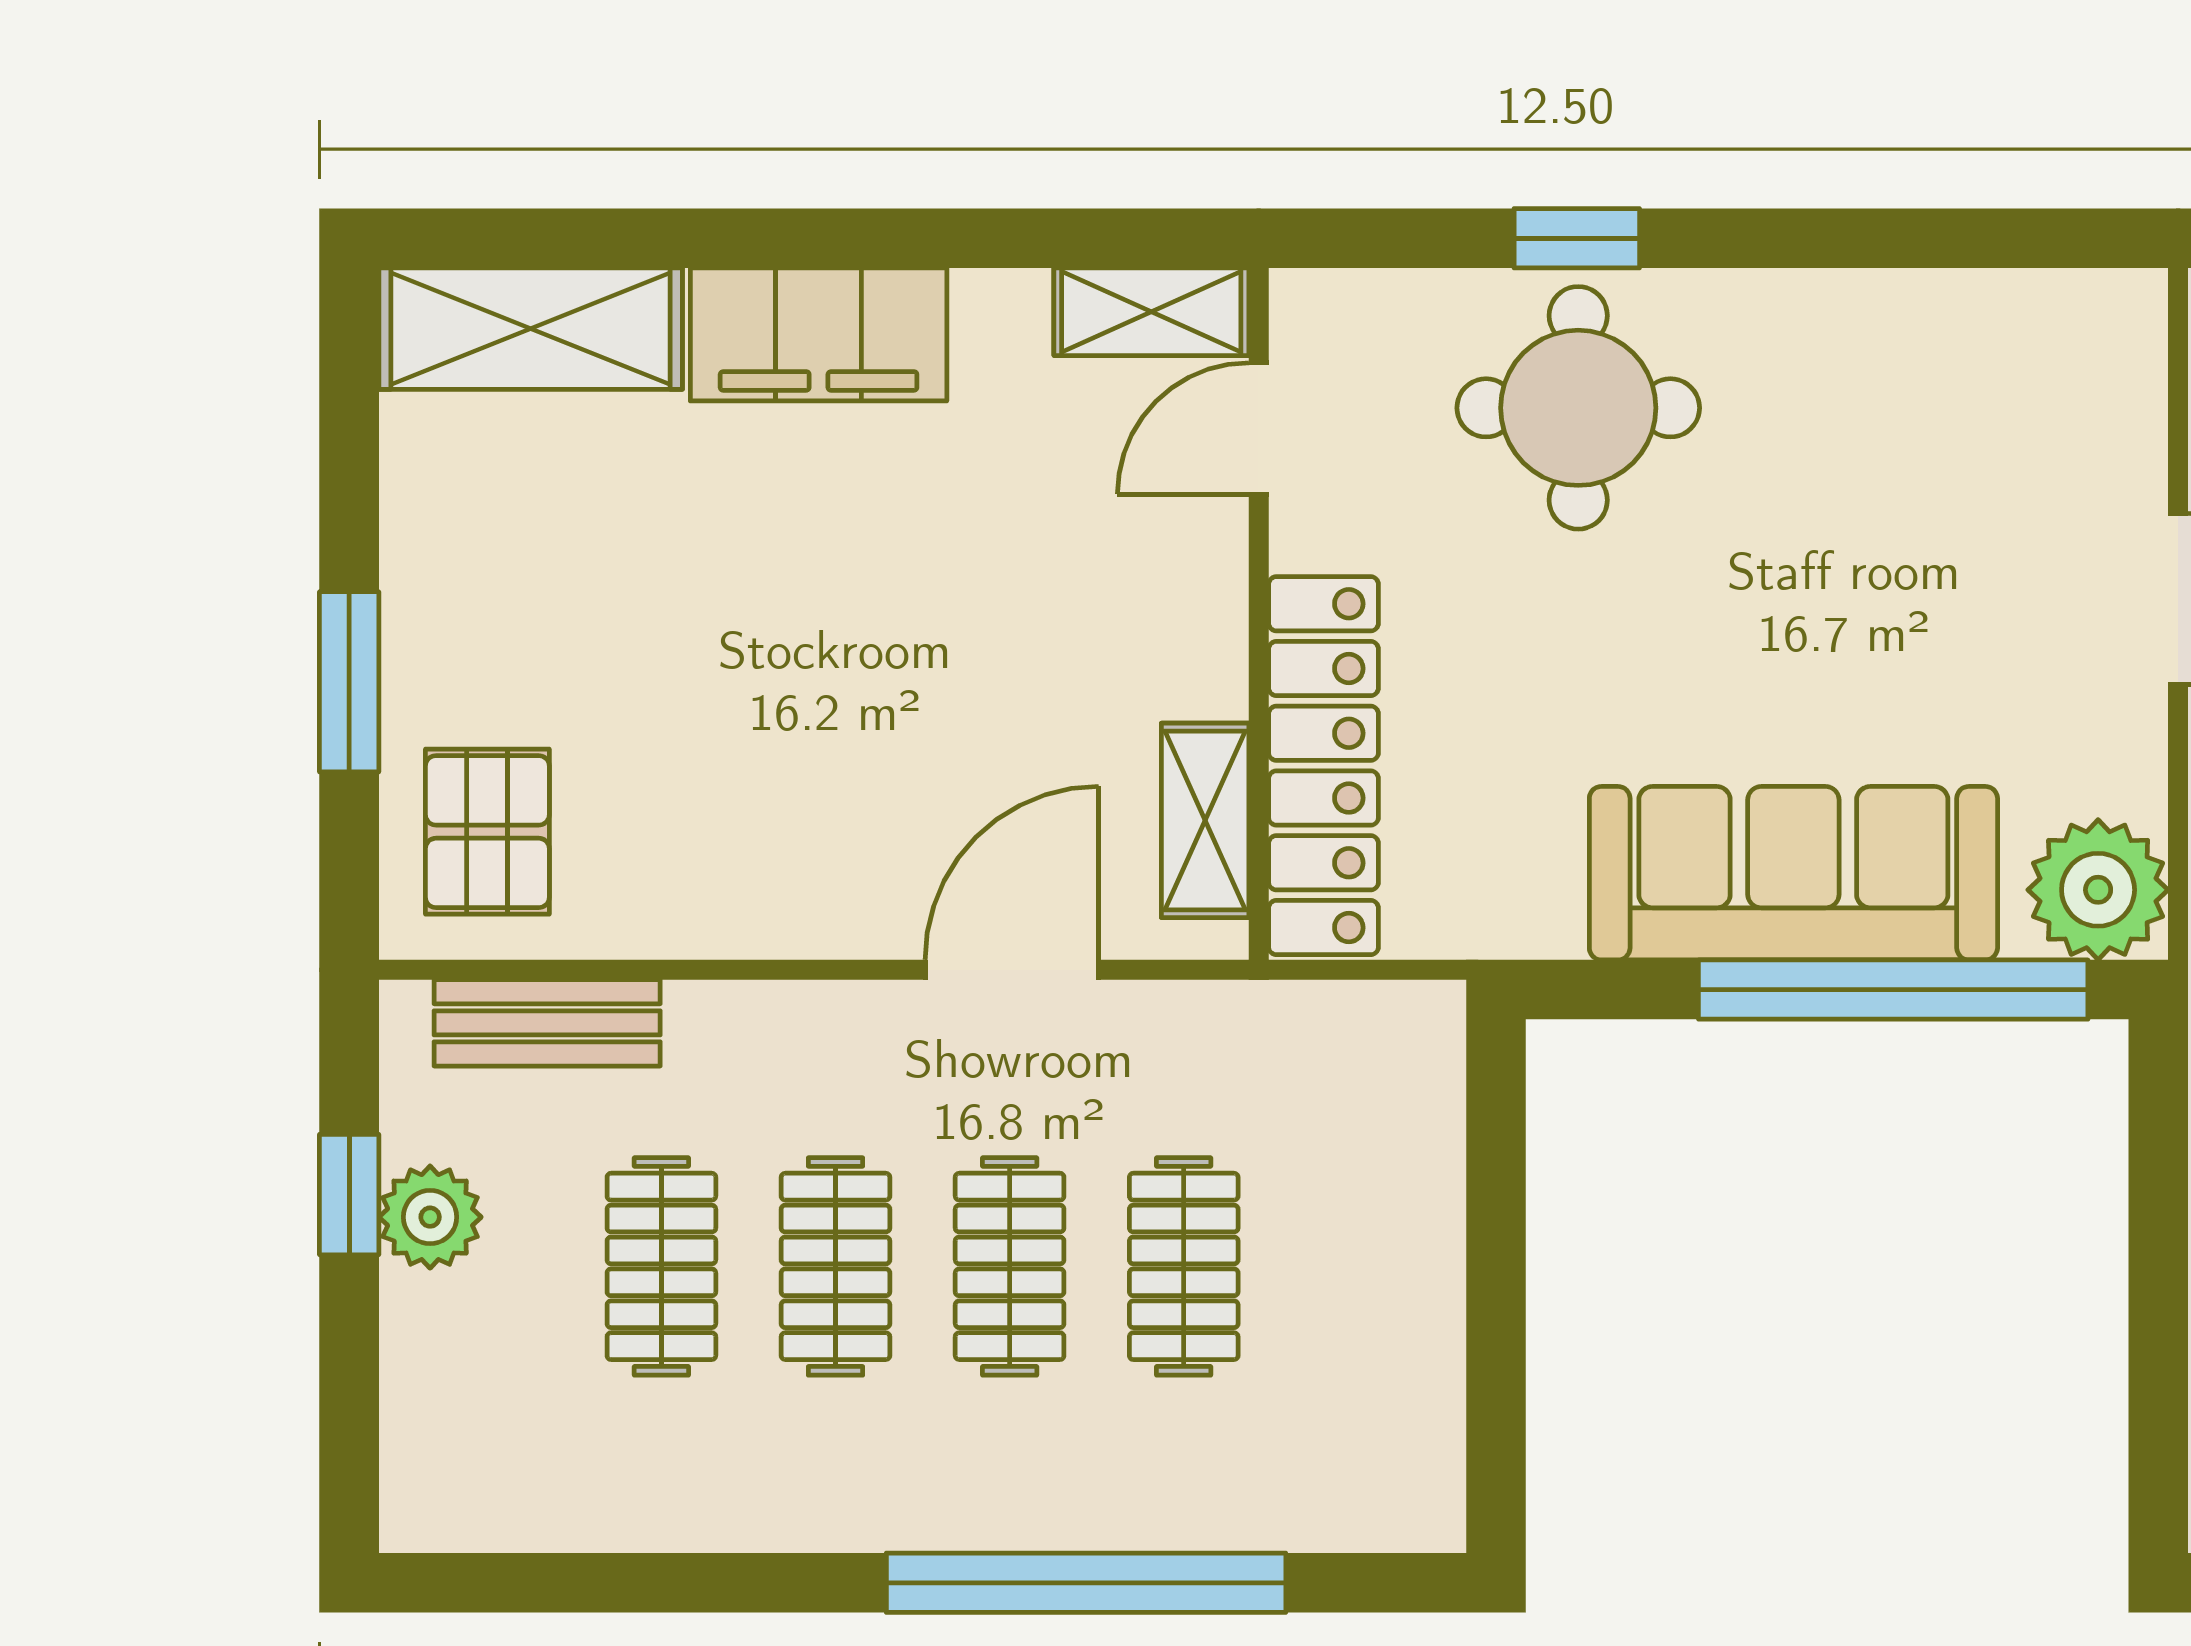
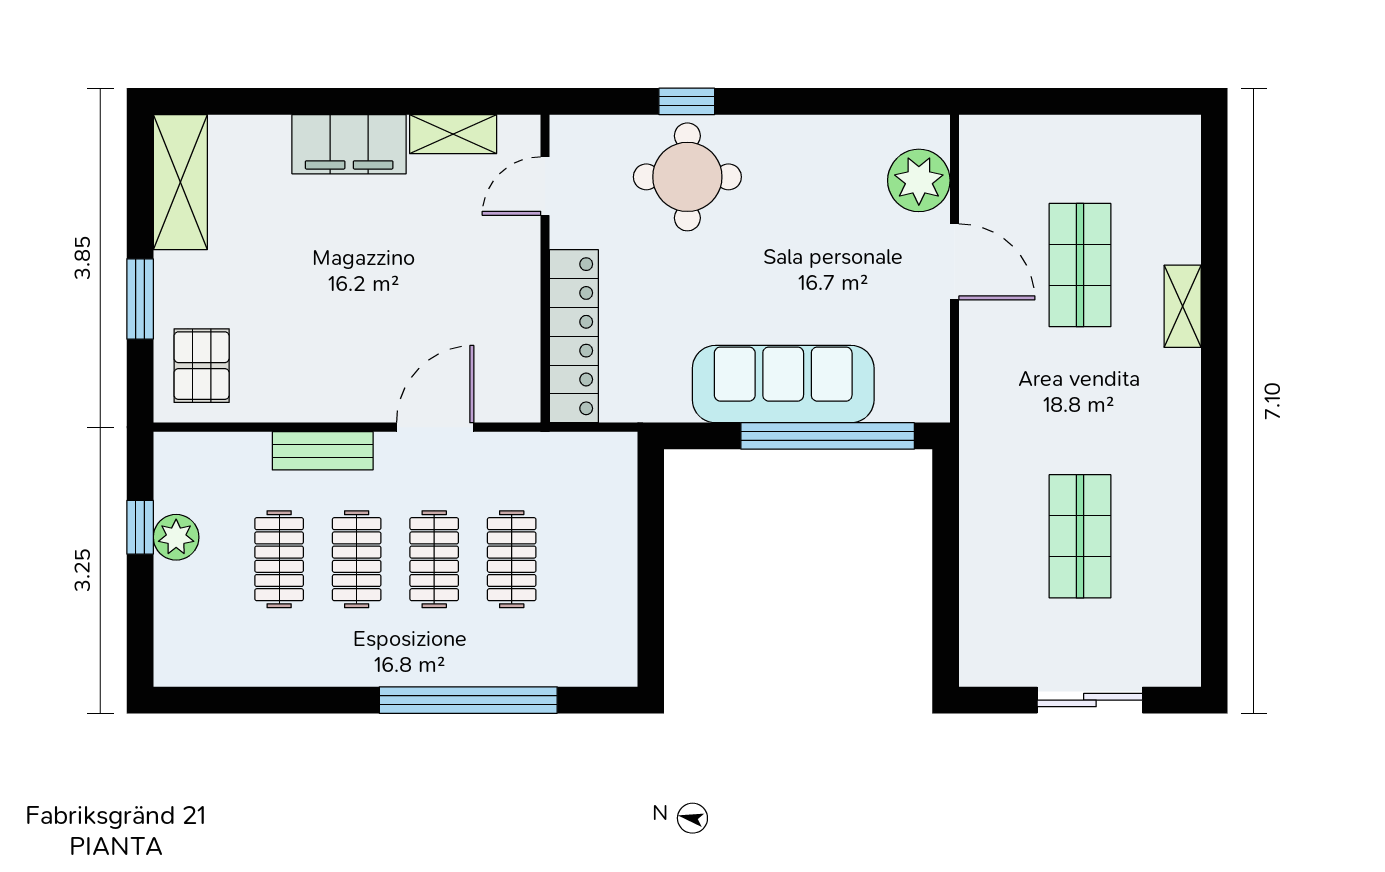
shelving: (1151, 312) -> (453, 134), moved
shelving: (531, 329) -> (180, 182), moved, turned 90
shelving: (1205, 820) -> (521, 361), removed
plant: (2098, 890) -> (919, 180), moved
bench: (547, 1023) -> (323, 451), moved

